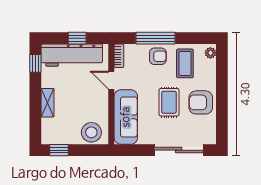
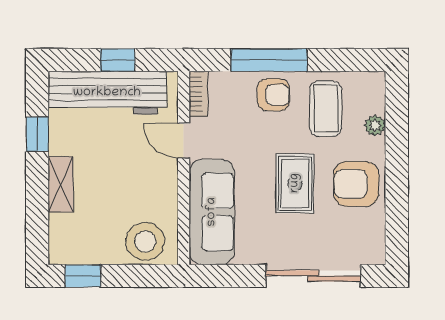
plant: (210, 53) -> (375, 125), moved
window: (35, 63) -> (37, 134), moved

